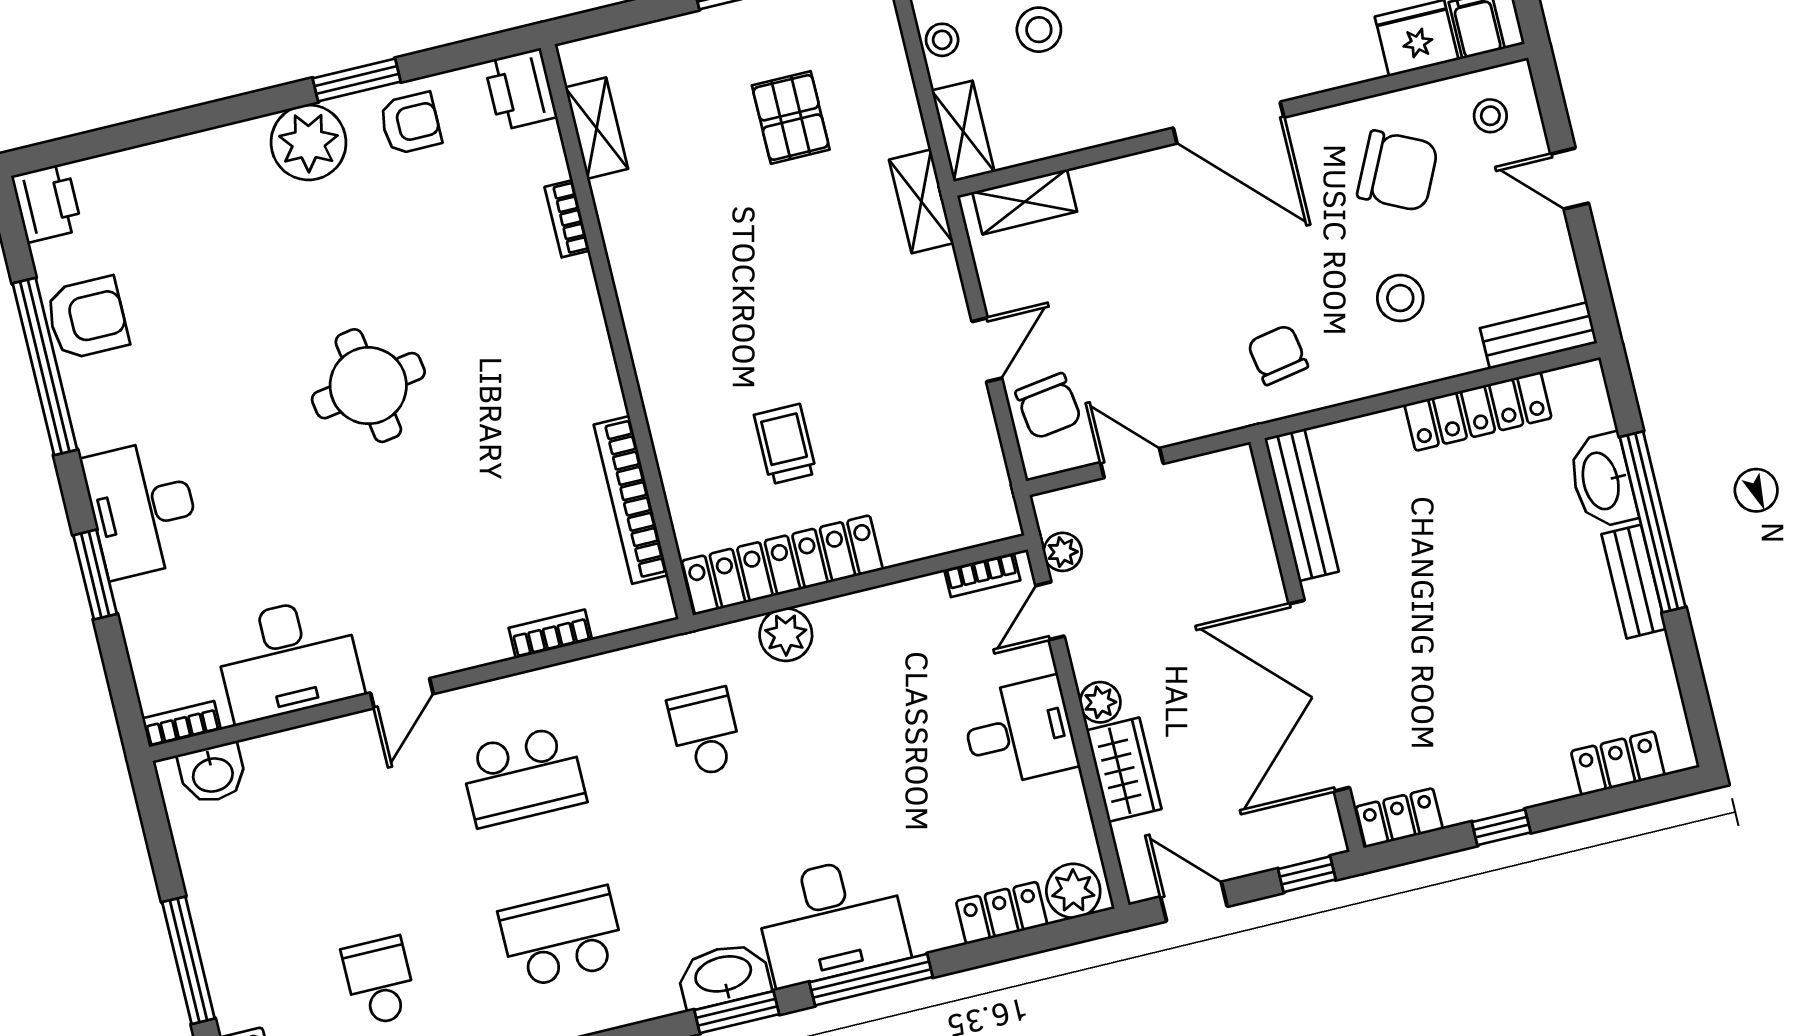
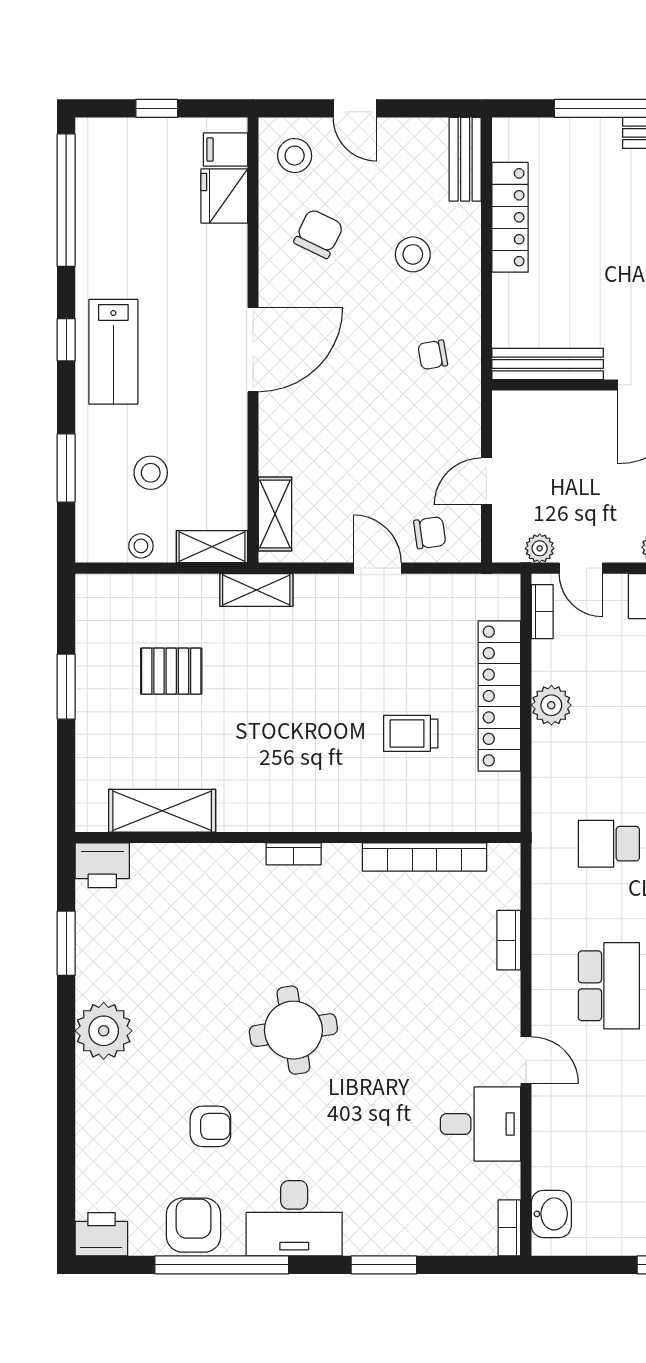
window: (357, 80) -> (66, 943), moved
stool: (1490, 116) -> (295, 156), width x1.37, depth x1.37
armchair: (410, 123) -> (210, 1126), moved, turned 90
shelving: (597, 128) -> (162, 811), width x1.50, depth x1.33
chair: (1398, 171) -> (319, 234), width x0.73, depth x0.73
door: (1570, 179) -> (355, 108), hinge flipped
bookcase: (567, 219) -> (294, 854), moved
chair: (1278, 355) -> (433, 355), width x0.73, depth x0.73
chair: (1048, 406) -> (430, 533), width x0.73, depth x0.73
washbasin: (1602, 481) -> (583, 138), removed
desk: (143, 508) -> (294, 1218), moved
locker: (782, 565) -> (499, 696), moved
plant: (786, 635) -> (551, 705), moved
desk: (288, 659) -> (481, 1124), width x0.73

